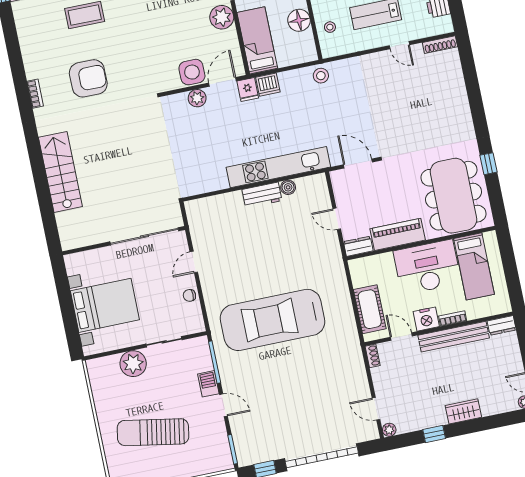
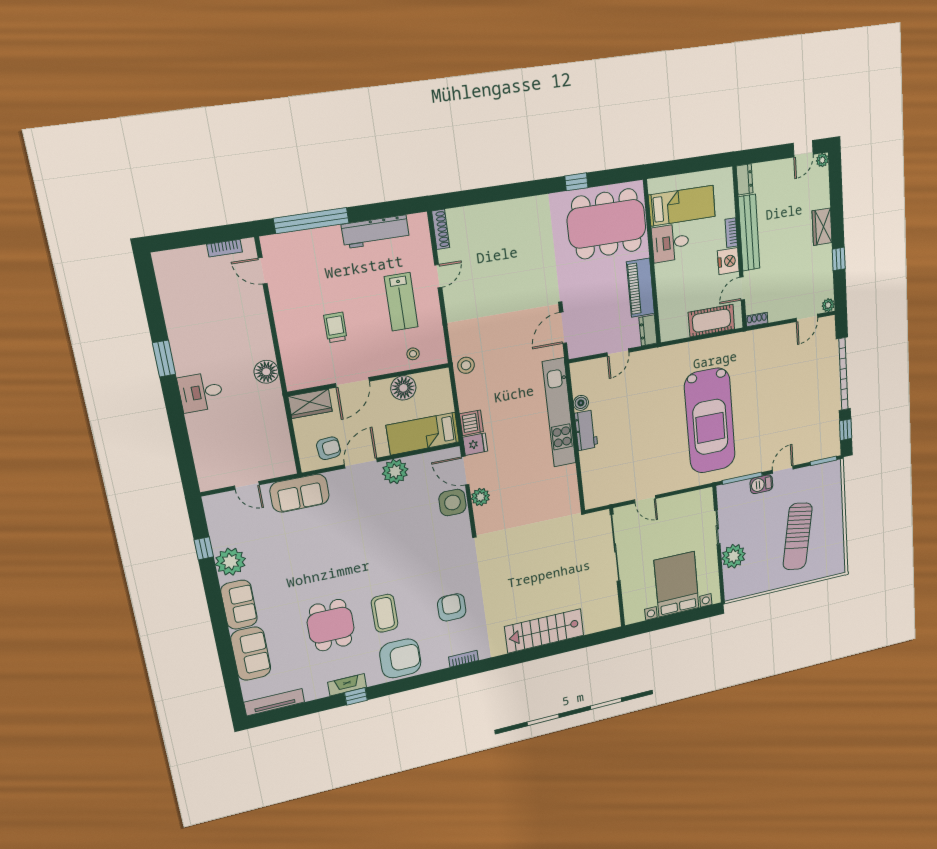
armchair: (38, 32) -> (400, 658), added
armchair: (88, 78) -> (452, 607), width x0.73, depth x0.73
desk: (427, 267) -> (670, 243), width x0.53, depth x0.77
chair: (189, 295) -> (677, 503), removed

